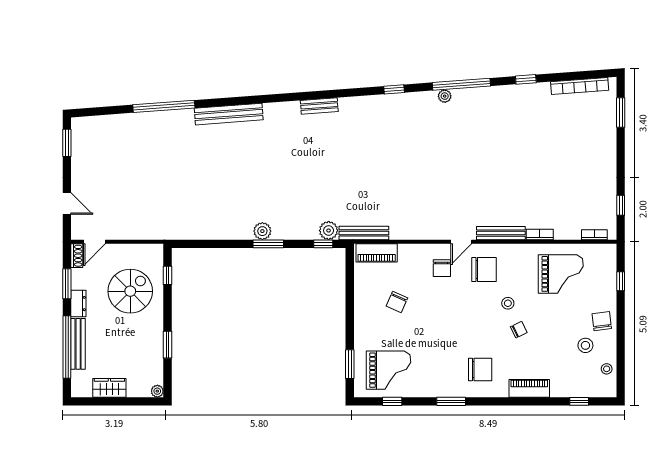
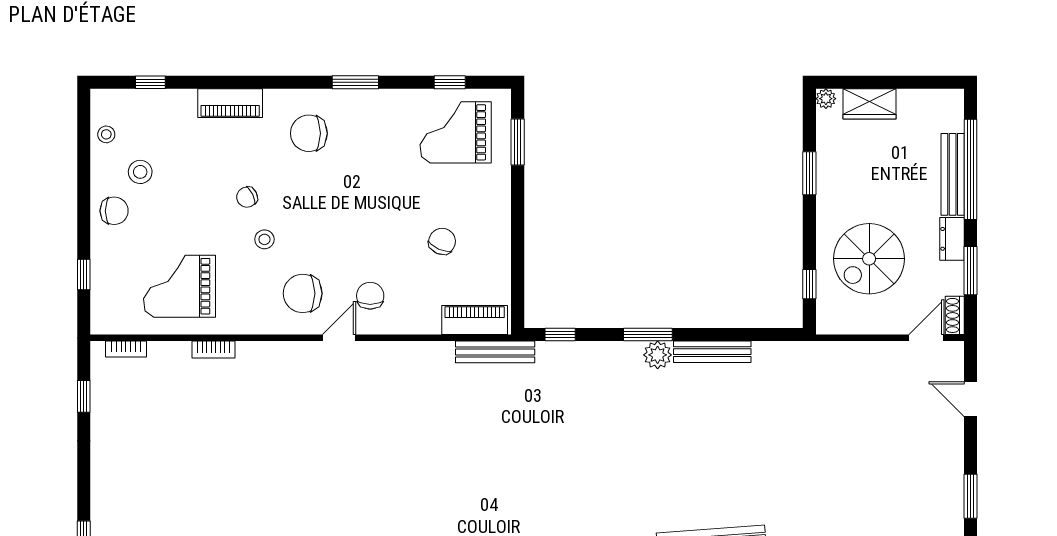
plant: (329, 231) -> (552, 356), removed
bench: (501, 233) -> (712, 352), moved
chair: (602, 321) -> (114, 211), turned -83
wardrobe: (109, 388) -> (870, 104), moved

